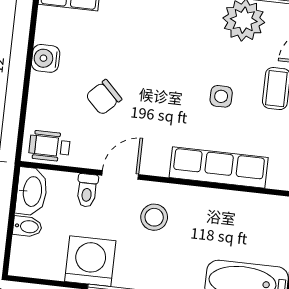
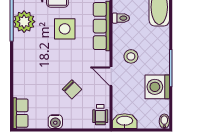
side table: (221, 96) -> (65, 29), width x1.87, depth x1.87
toilet: (87, 190) -> (121, 18), moved
bidet: (27, 227) -> (164, 121), moved

